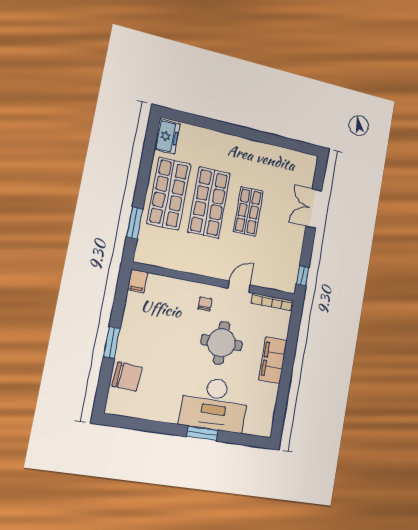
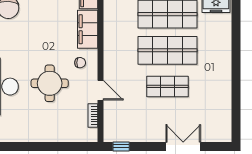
bookcase: (272, 302) -> (93, 115), width x0.64
filing cabinet: (273, 360) -> (88, 29), moved, turned -90

